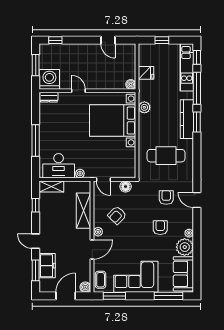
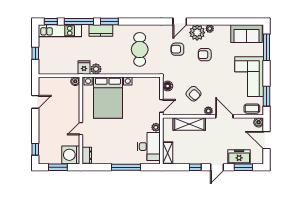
fridge: (146, 73) -> (84, 67), moved
kitchen counter: (187, 119) -> (101, 31), width x0.67
window: (36, 205) -> (195, 167), moved
plant: (185, 247) -> (197, 33), moved

